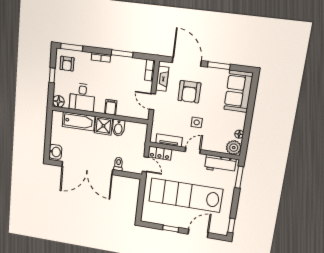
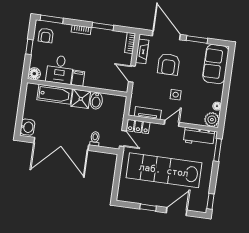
filing cabinet: (111, 107) -> (78, 78), moved

